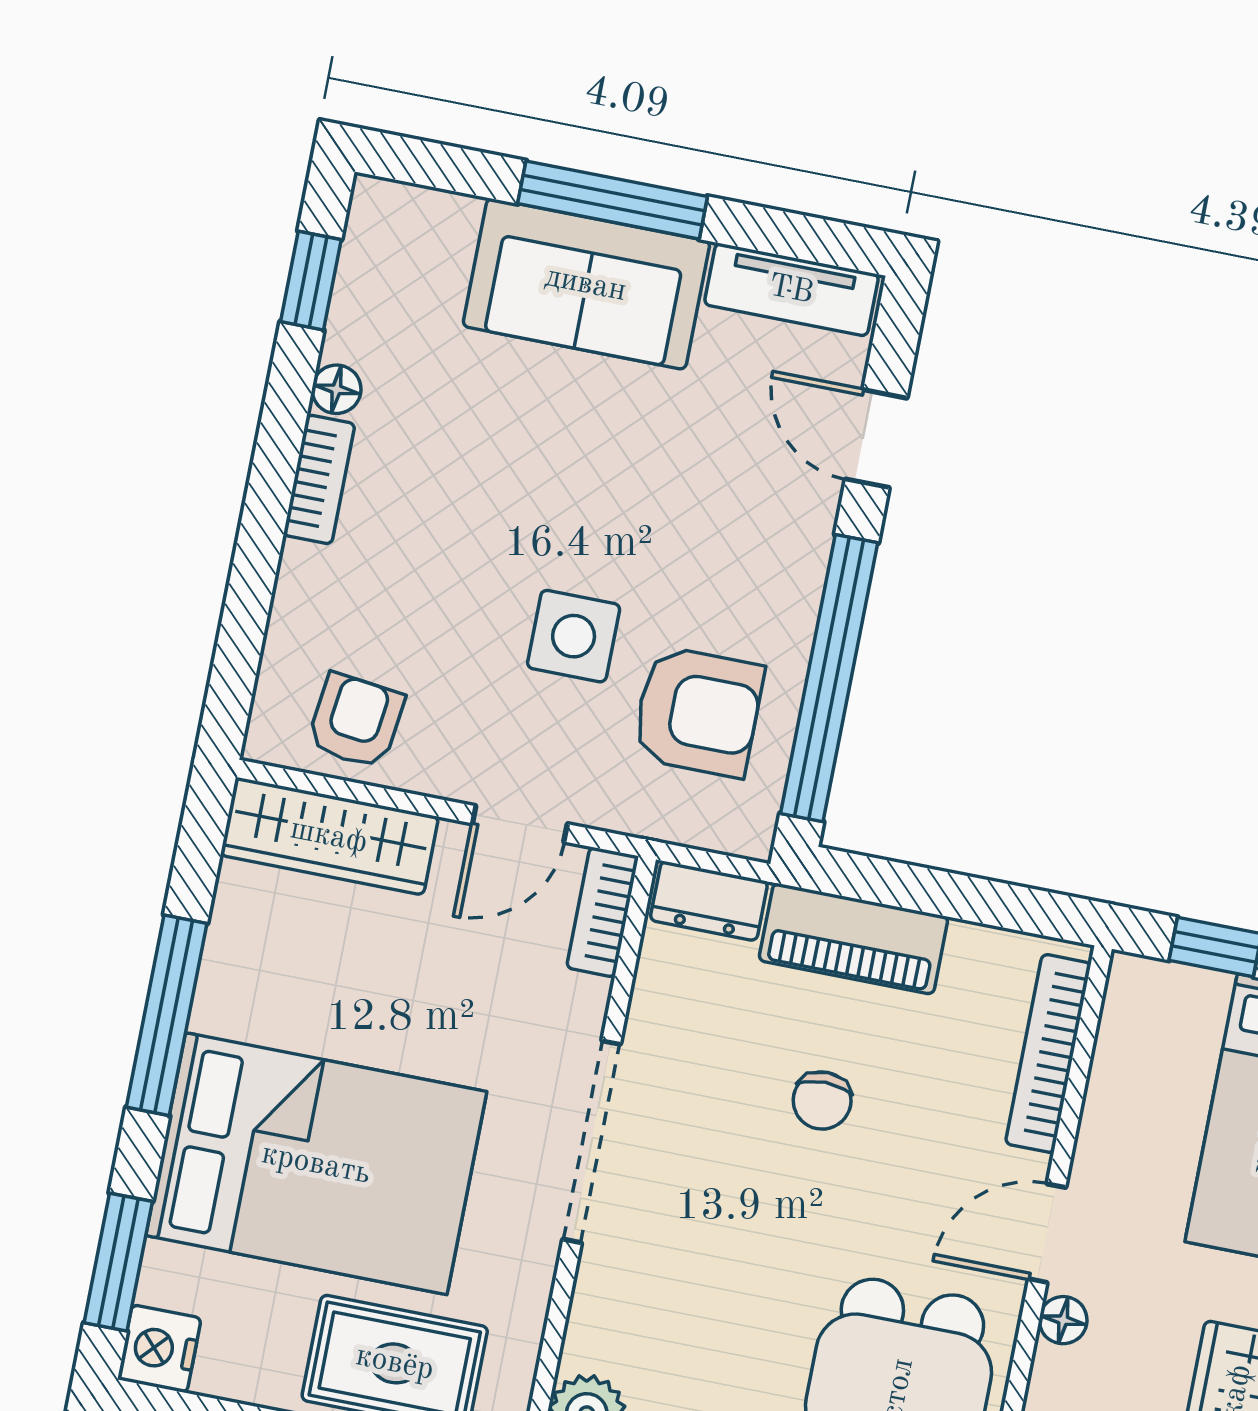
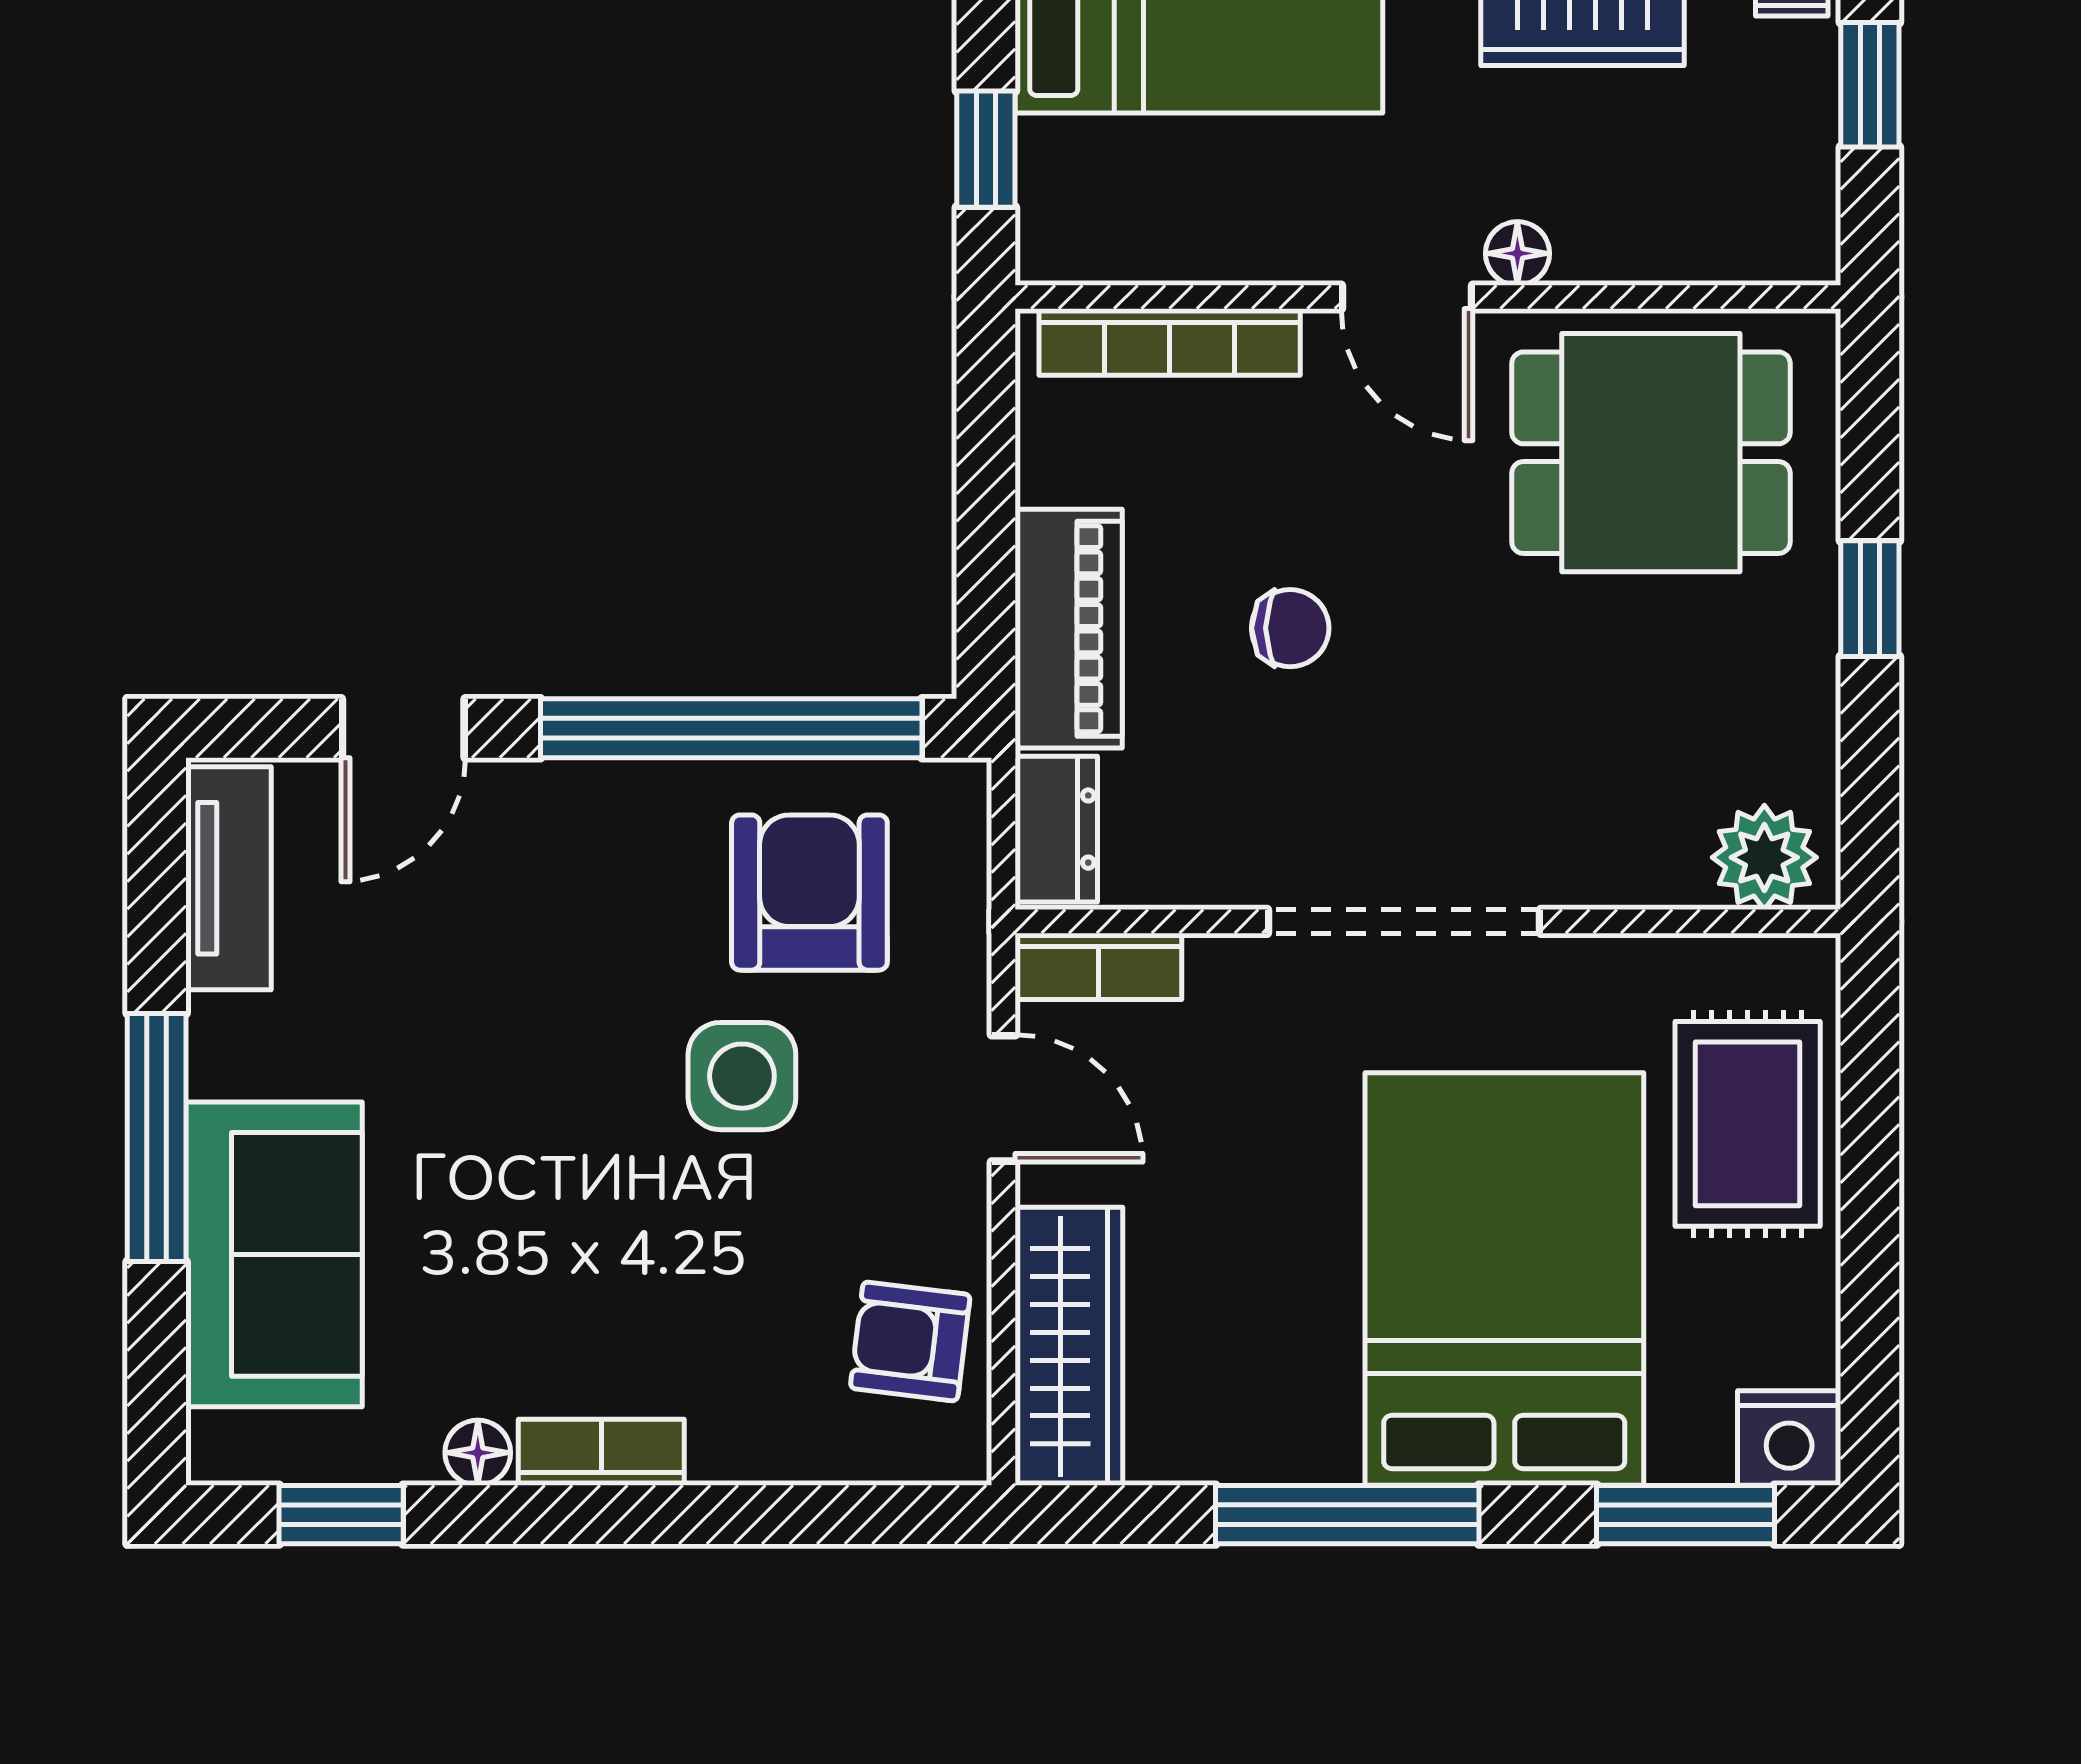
sofa: (586, 284) -> (274, 1254), moved

